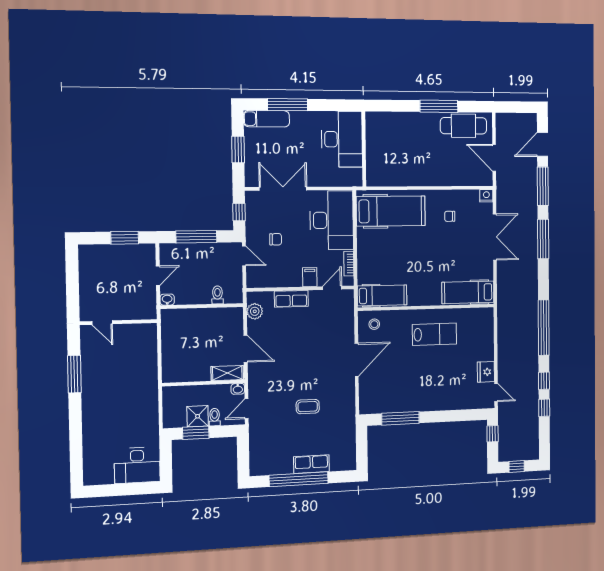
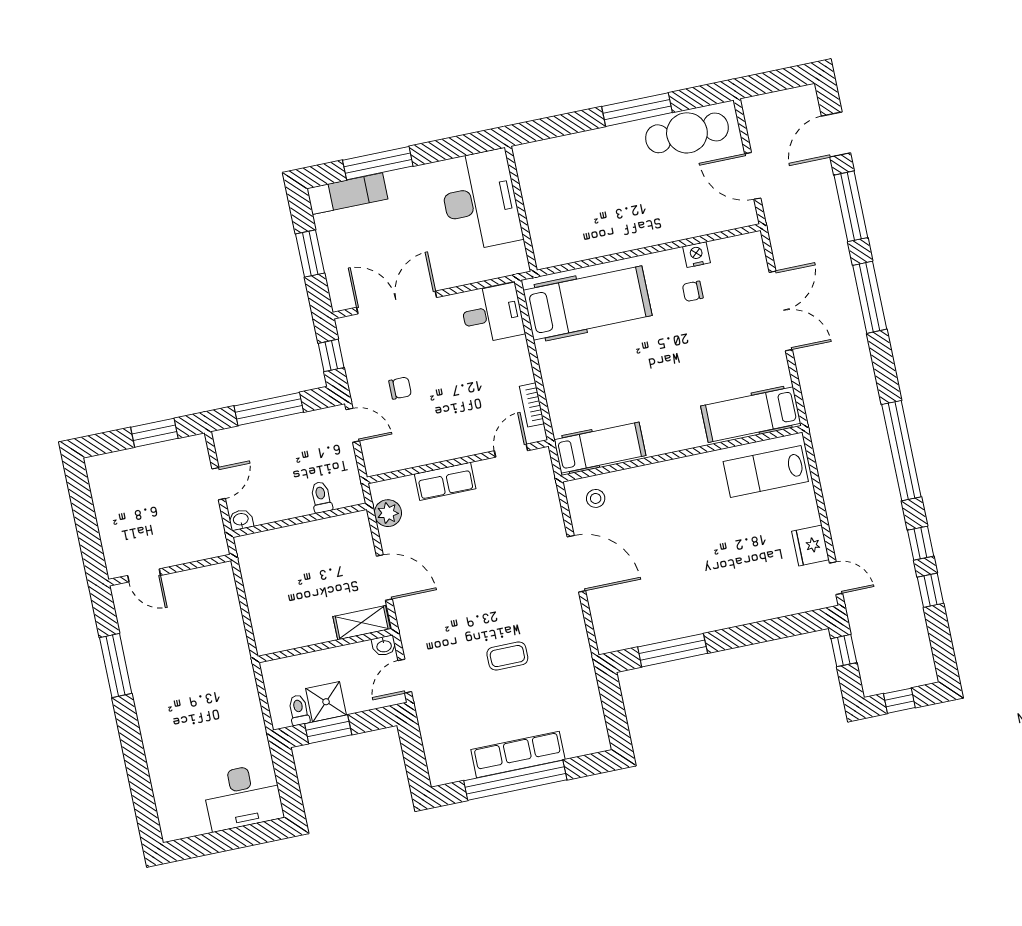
nightstand: (486, 196) -> (696, 255), moved
desk: (332, 220) -> (492, 314), width x0.53, depth x0.77
filing cabinet: (310, 277) -> (470, 440), removed
lab bench: (434, 334) -> (766, 471), moved, turned 180
door: (357, 360) -> (576, 564), hinge flipped
toilet: (215, 417) -> (299, 710), moved
row of seats: (311, 464) -> (518, 755), width x1.48

